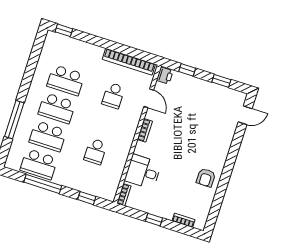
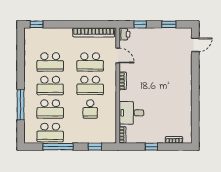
school desk: (113, 96) -> (90, 62), width x1.85
school desk: (104, 123) -> (90, 85), added
armchair: (206, 178) -> (181, 102), removed

